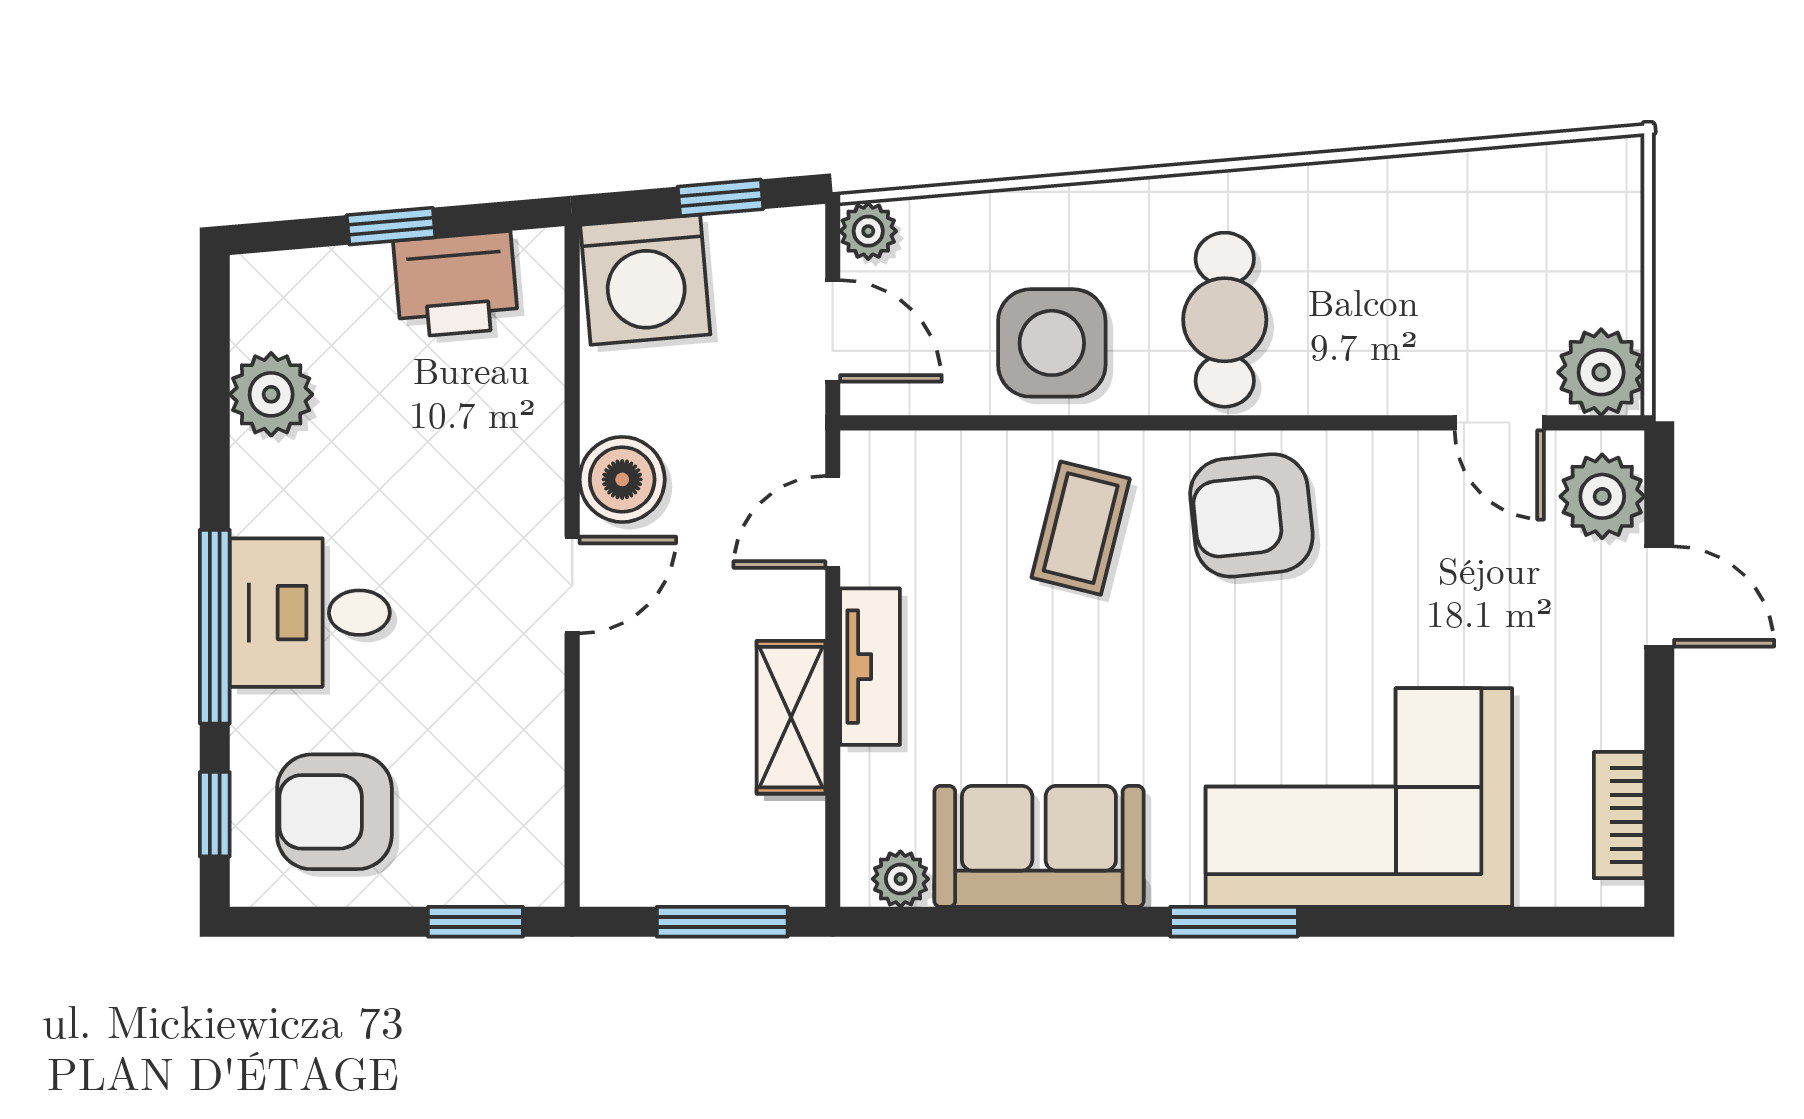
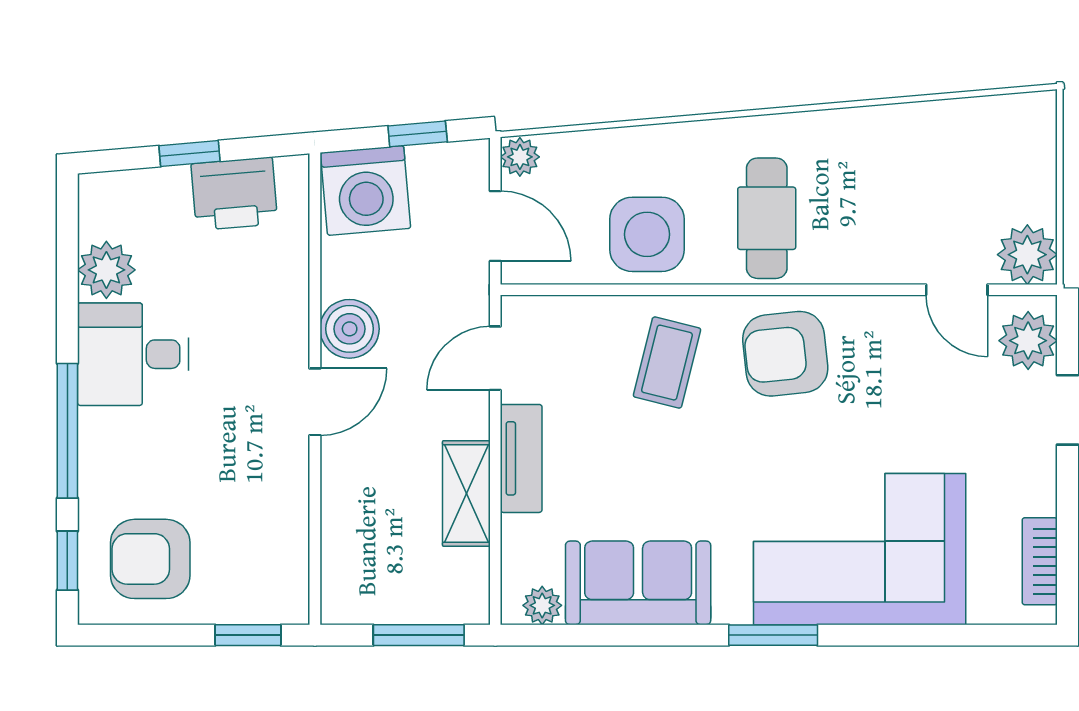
desk: (310, 613) -> (133, 354), moved

